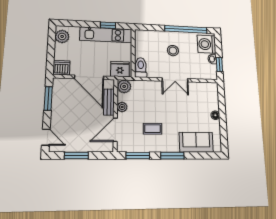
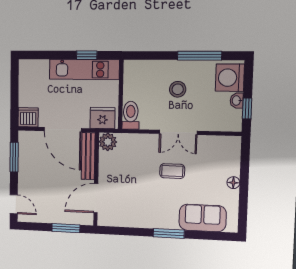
window: (186, 29) -> (199, 56), width x0.68
plant: (62, 36) -> (27, 74), removed
bench: (109, 102) -> (88, 156), width x1.36
plant: (122, 107) -> (105, 169), removed
coffee table: (153, 129) -> (172, 171), moved
window: (76, 156) -> (66, 228), moved
window: (138, 156) -> (124, 231), removed

